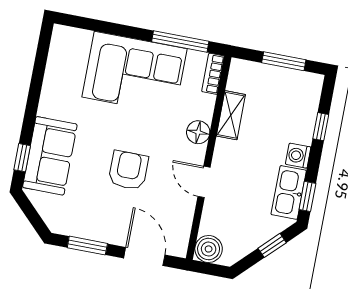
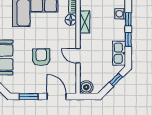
floor lamp: (198, 132) -> (71, 20), moved
washing machine: (298, 156) -> (120, 14), moved
window: (307, 196) -> (128, 39), moved

